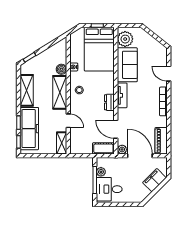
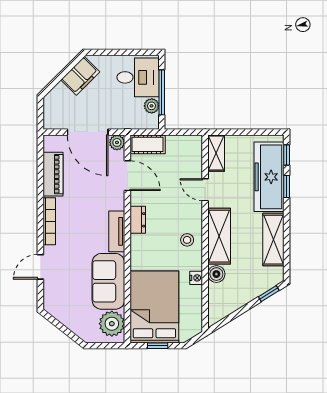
door: (169, 74) -> (40, 267), swing flipped
piano: (161, 141) -> (53, 174), moved
filing cabinet: (154, 180) -> (80, 76), moved

